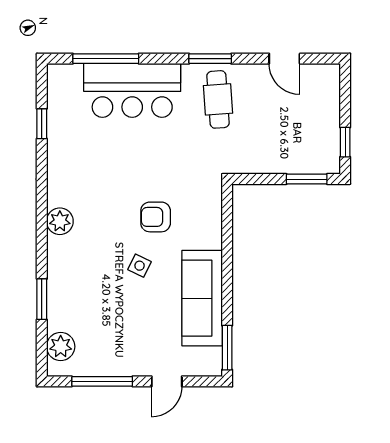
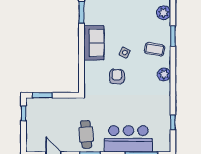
armchair: (156, 217) -> (117, 77), turned -90
coffee table: (79, 272) -> (155, 49), added
sofa: (202, 298) -> (94, 43), width x0.73

